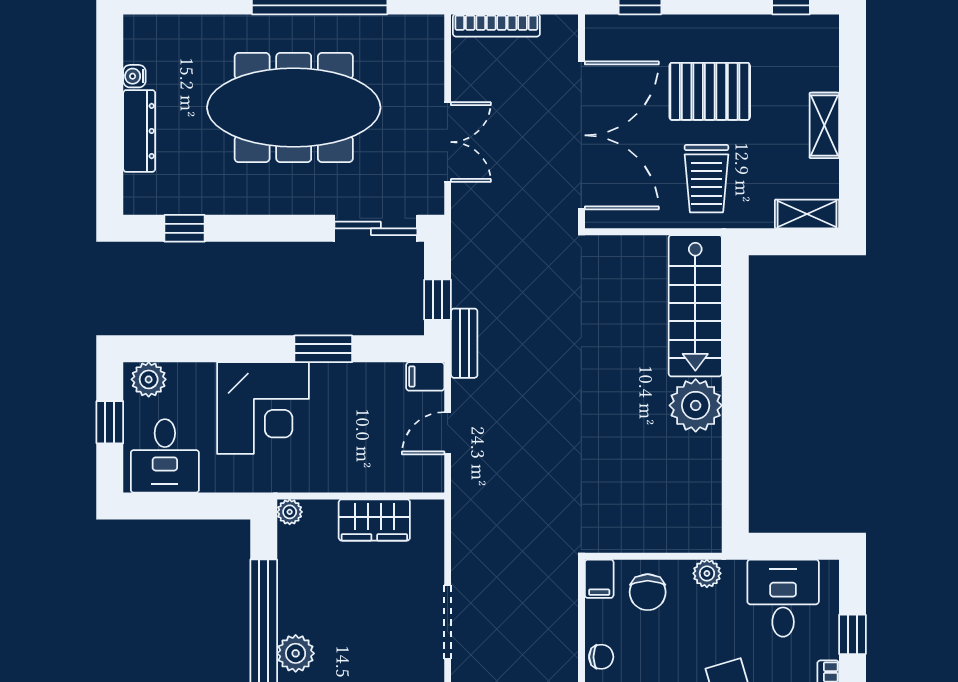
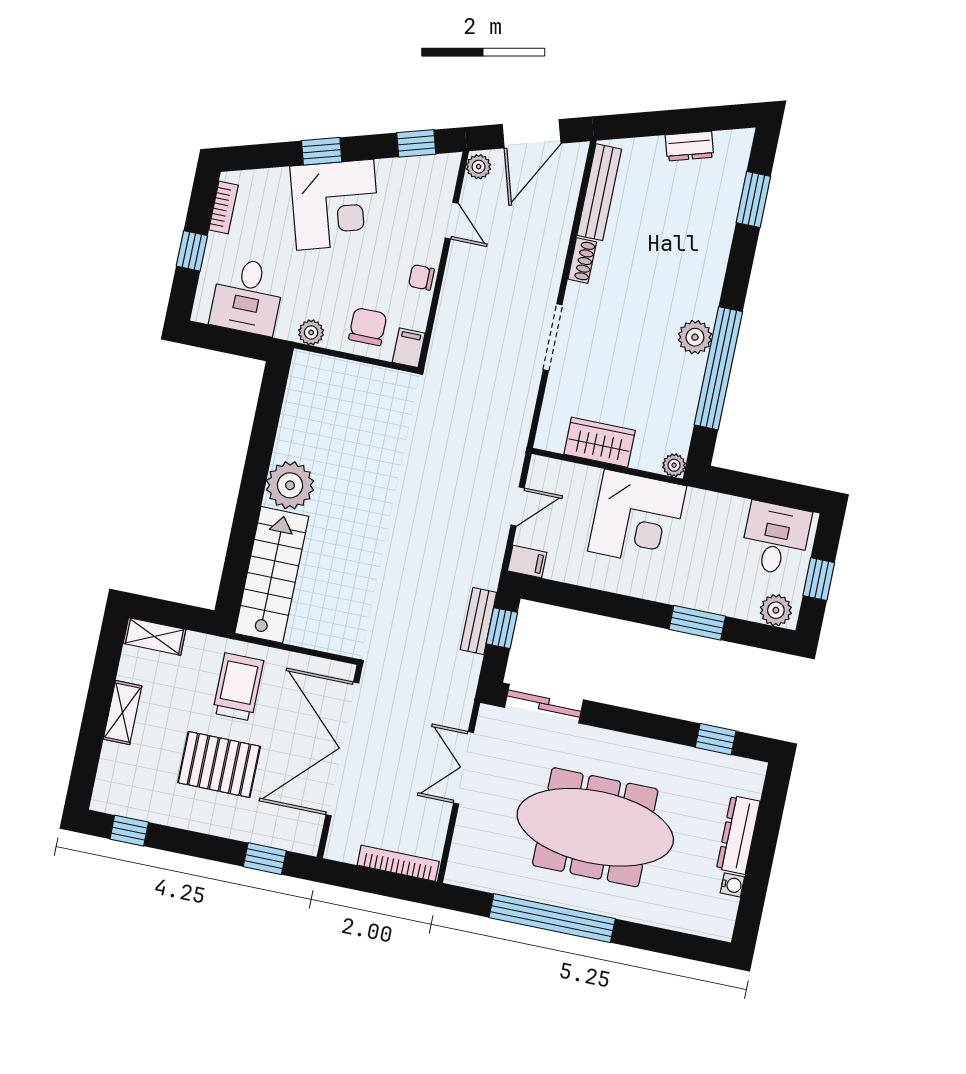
bench: (464, 343) -> (478, 621), moved
window: (323, 349) -> (697, 623), moved
corner desk: (263, 408) -> (637, 519), moved, turned 180

